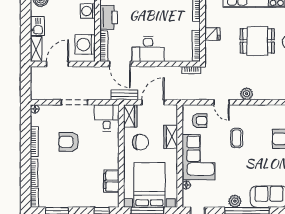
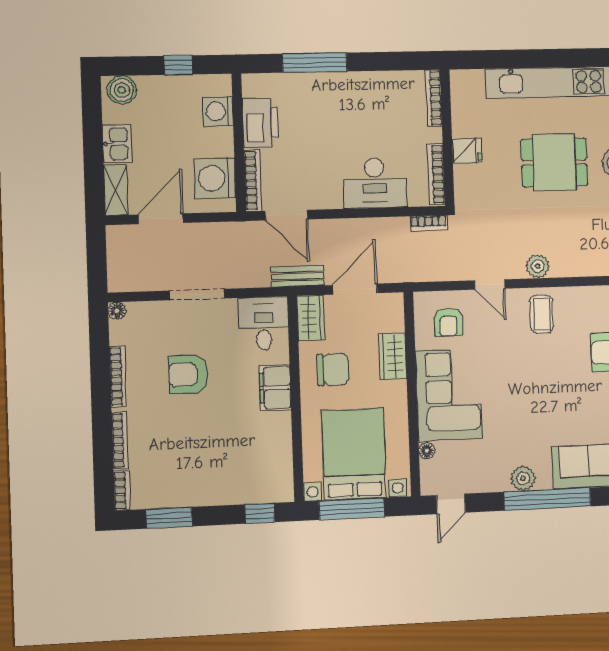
desk: (148, 49) -> (375, 183), moved
armchair: (200, 121) -> (448, 322), turned 90
coffee table: (237, 138) -> (542, 314), moved
filing cabinet: (111, 181) -> (275, 388), moved

